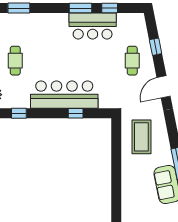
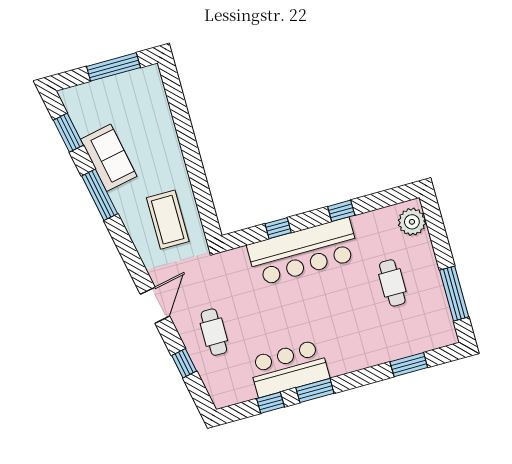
window: (19, 113) -> (341, 211), moved

